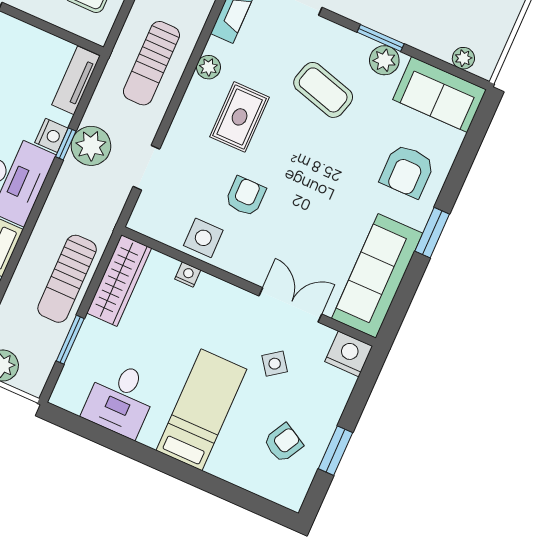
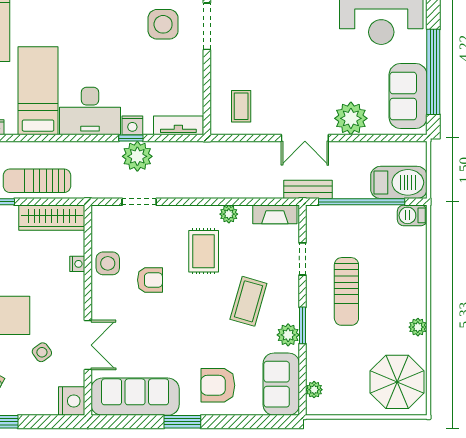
sun lounger: (151, 63) -> (214, 173), removed
rug: (240, 117) -> (204, 251), turned 90

